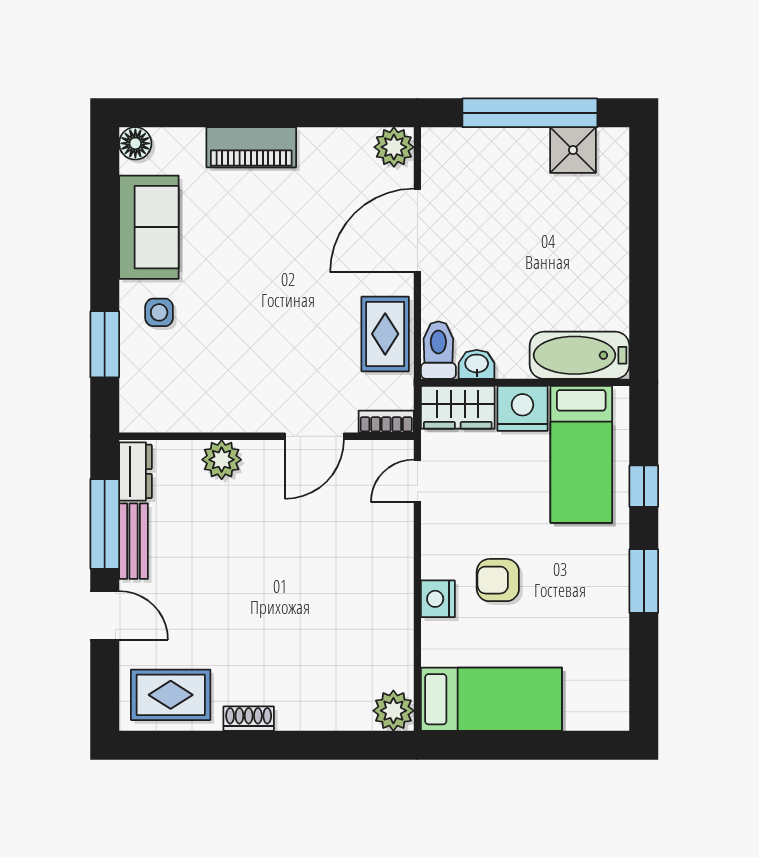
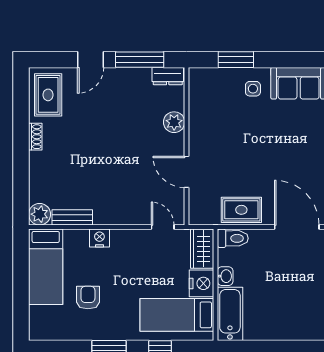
washbasin: (477, 364) -> (225, 276), moved
bookcase: (386, 422) -> (194, 210), removed
bench: (133, 541) -> (72, 217), moved
armchair: (498, 580) -> (88, 298), moved

